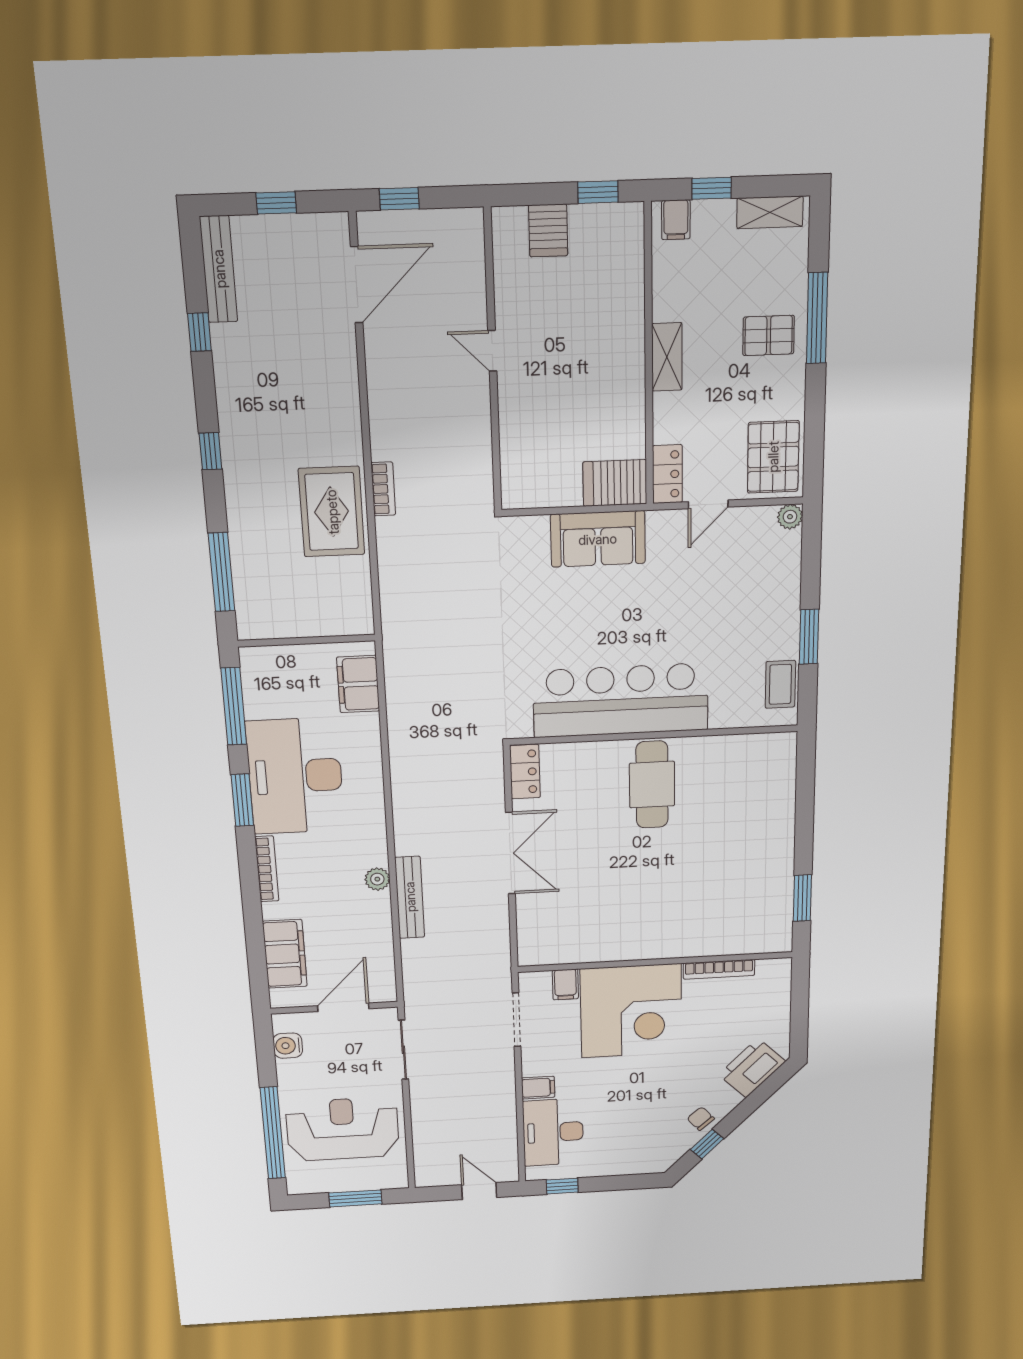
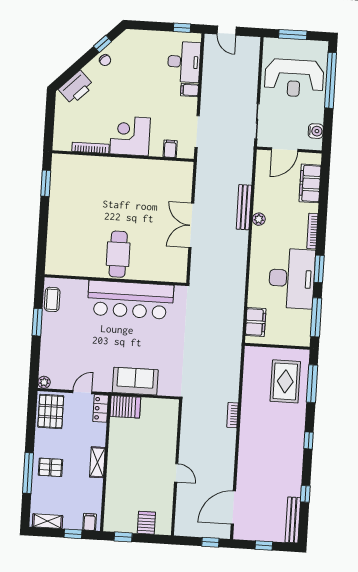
rug: (332, 512) -> (285, 381), moved
locker: (525, 772) -> (180, 268), removed
corner desk: (631, 1011) -> (130, 136), width x0.74, depth x0.74

